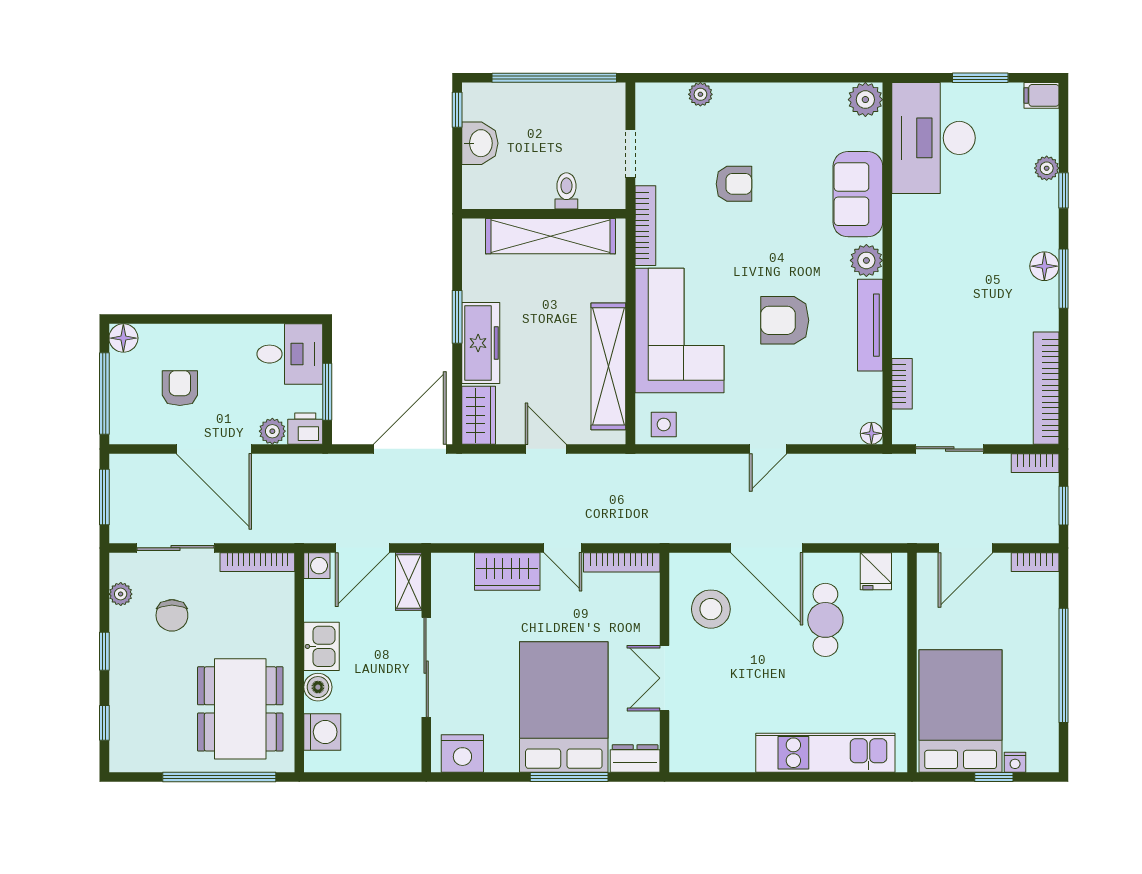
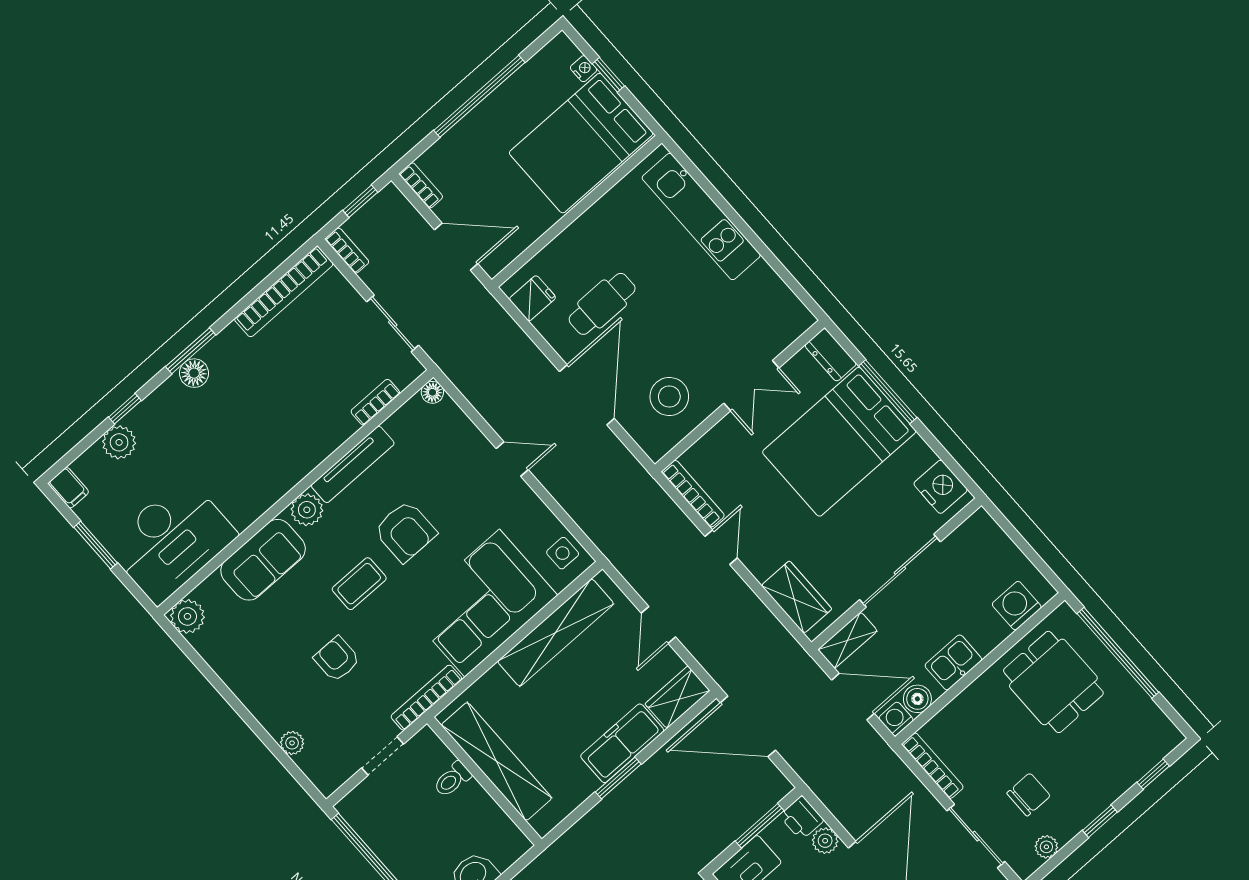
plant: (1047, 168) -> (119, 442), width x1.38, depth x1.38
coffee table: (776, 251) -> (359, 584), added
wardrobe: (507, 572) -> (797, 597), moved
boiler: (318, 687) -> (917, 699), moved
dining table: (240, 709) -> (1053, 682), width x0.73

